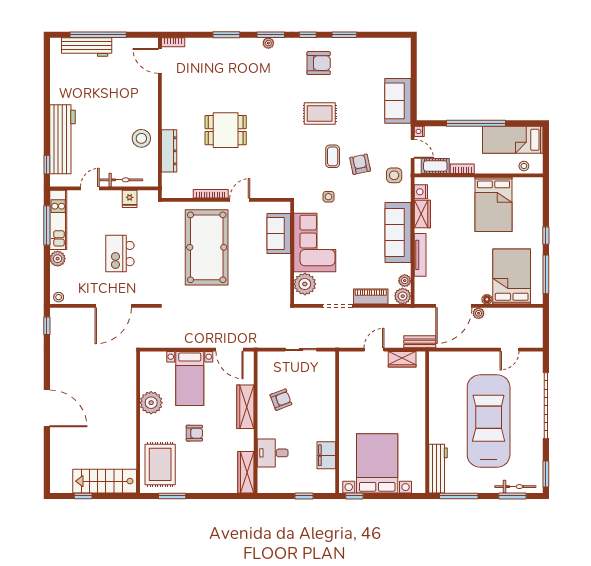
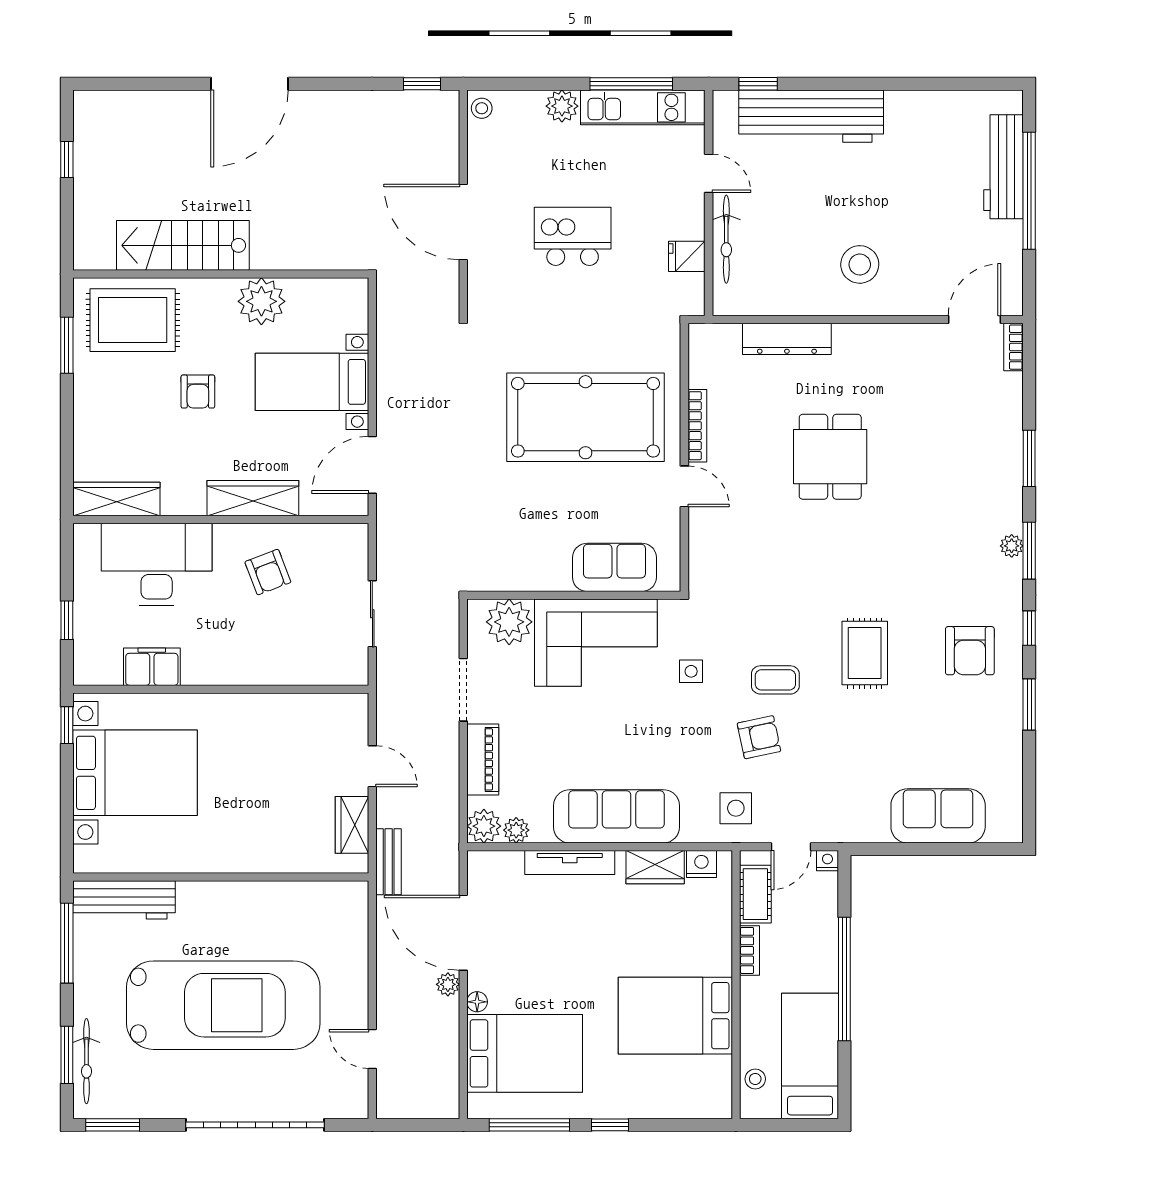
sofa: (398, 101) -> (938, 816), moved
stool: (141, 138) -> (860, 264), moved
desk: (273, 453) -> (157, 564), width x1.87, depth x1.30
stairs: (105, 481) -> (183, 245), moved, turned -90

